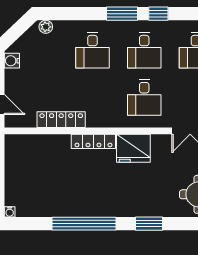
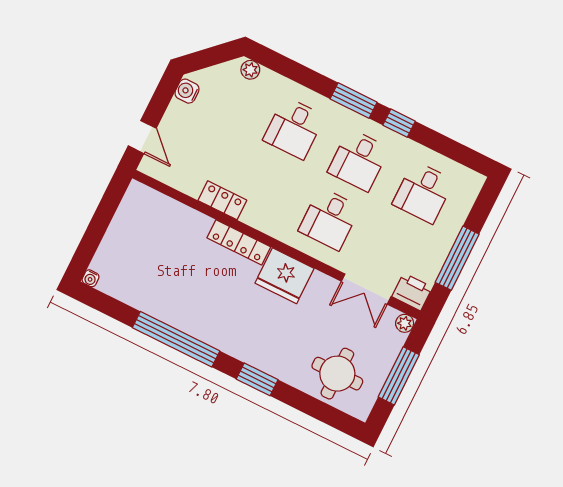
locker: (61, 120) -> (222, 200), width x0.66

